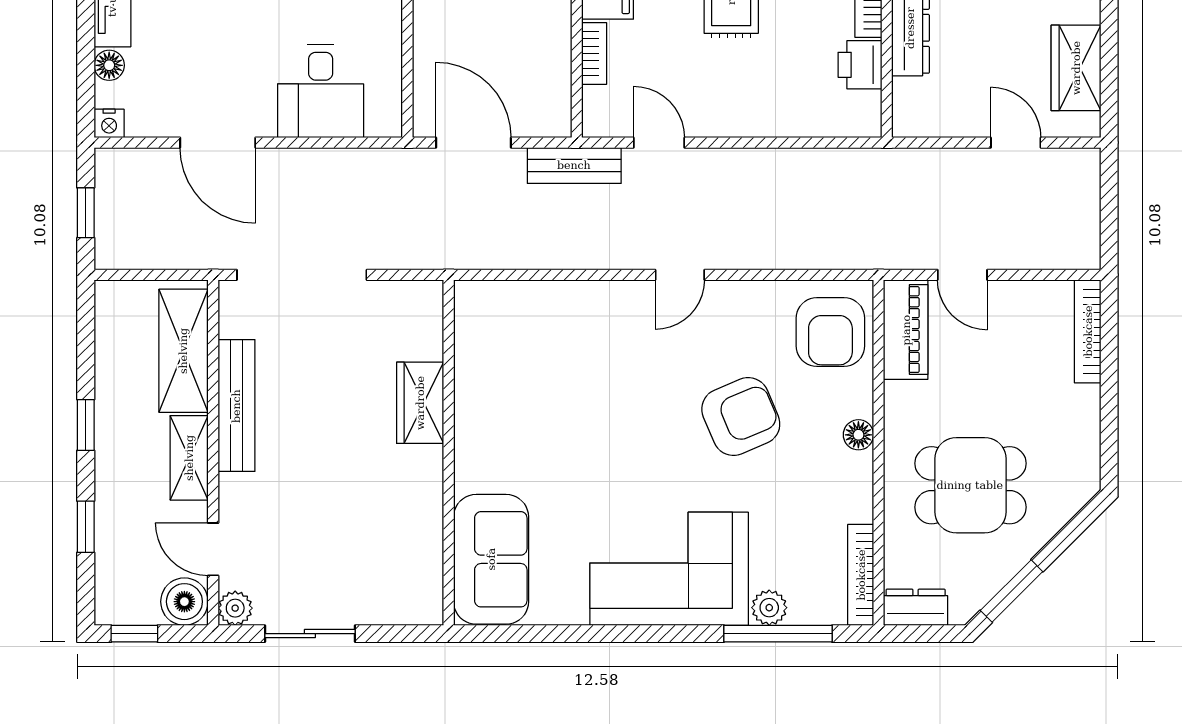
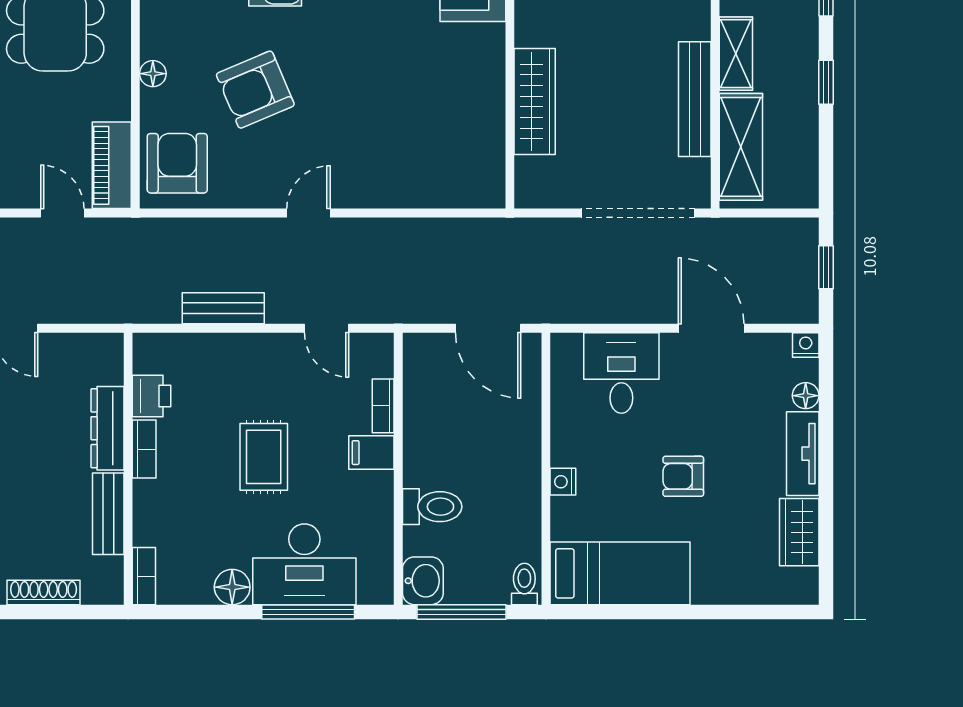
bench: (574, 165) -> (223, 308), moved
wardrobe: (420, 403) -> (535, 102), width x1.50

